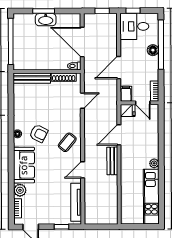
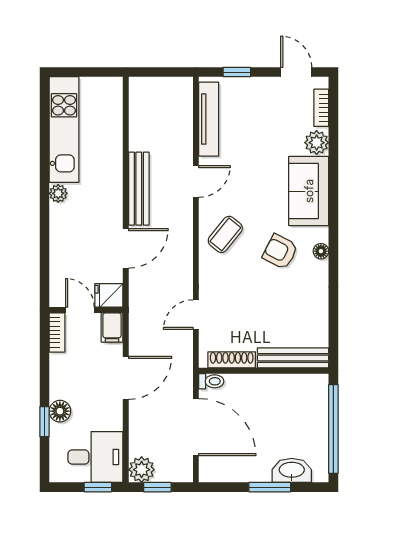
washbasin: (46, 20) -> (292, 470), moved
plant: (110, 20) -> (142, 470), added
window: (161, 45) -> (44, 422), width x0.32
bench: (112, 161) -> (139, 189), width x1.36

